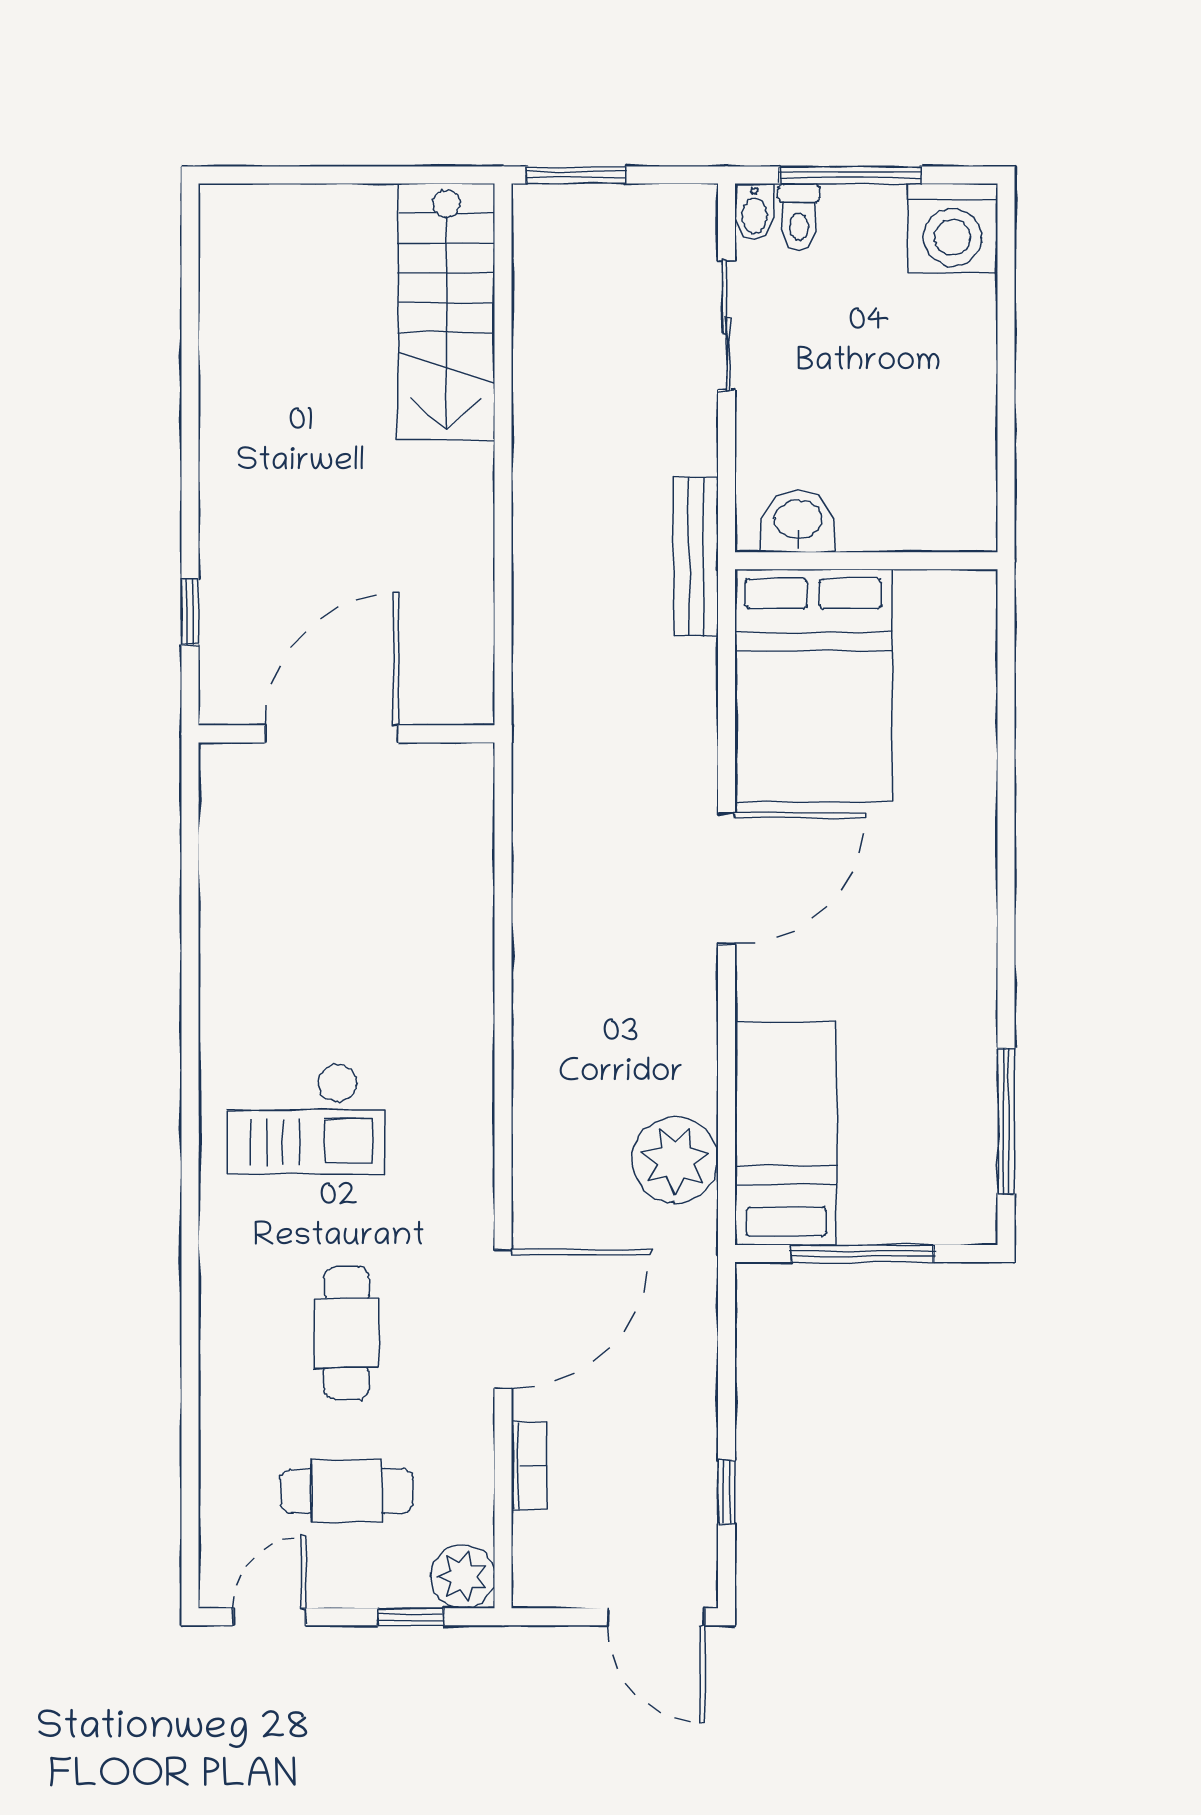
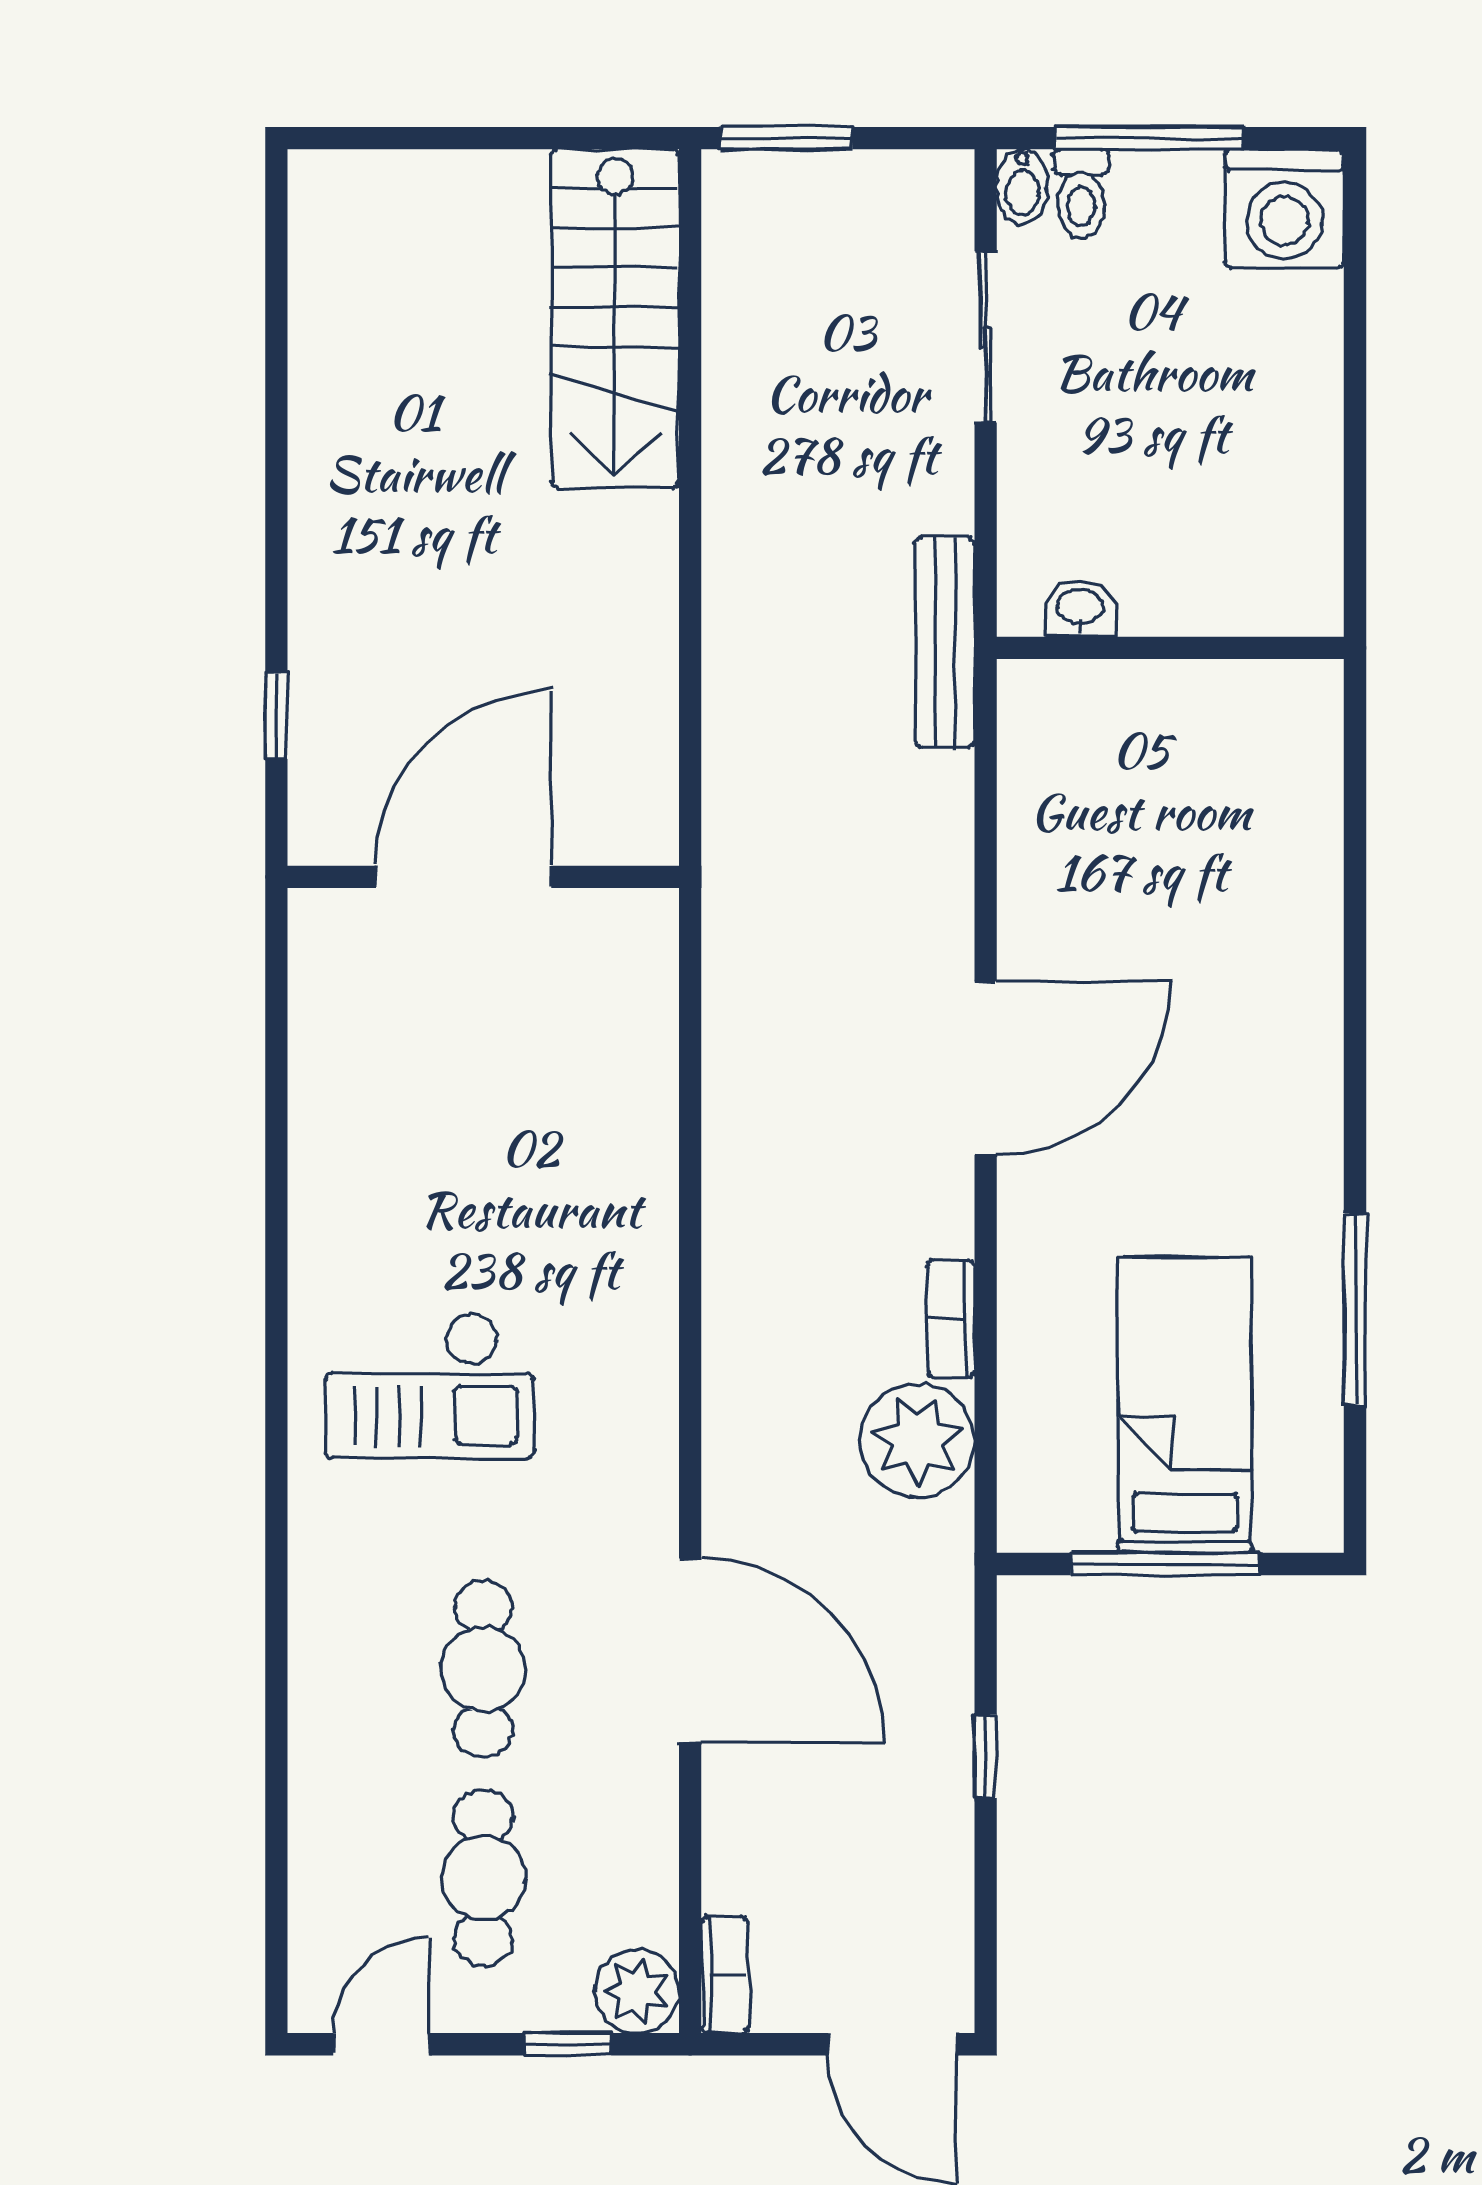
washbasin: (798, 521) -> (1080, 608), width x0.72, depth x0.69
bed: (813, 685) -> (1100, 813), removed
bookcase: (700, 1068) -> (951, 1319), added
window: (1006, 1121) -> (1355, 1309), moved
bed: (786, 1133) -> (1185, 1405), moved
door: (503, 1319) -> (690, 1650), hinge flipped
bookcase: (529, 1465) -> (725, 1975), moved
cafe table: (347, 1491) -> (483, 1878), turned 90
window: (727, 1492) -> (986, 1756), moved

